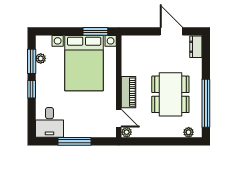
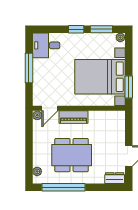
plant: (41, 58) -> (120, 37), moved

